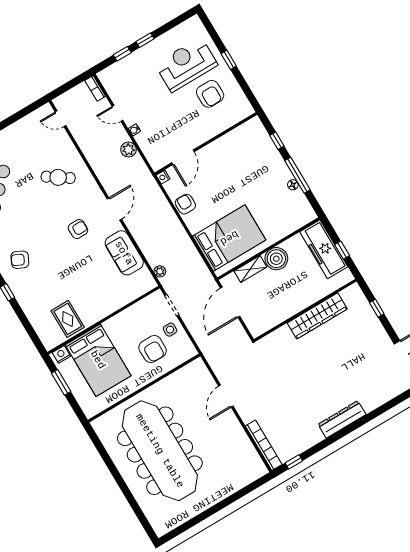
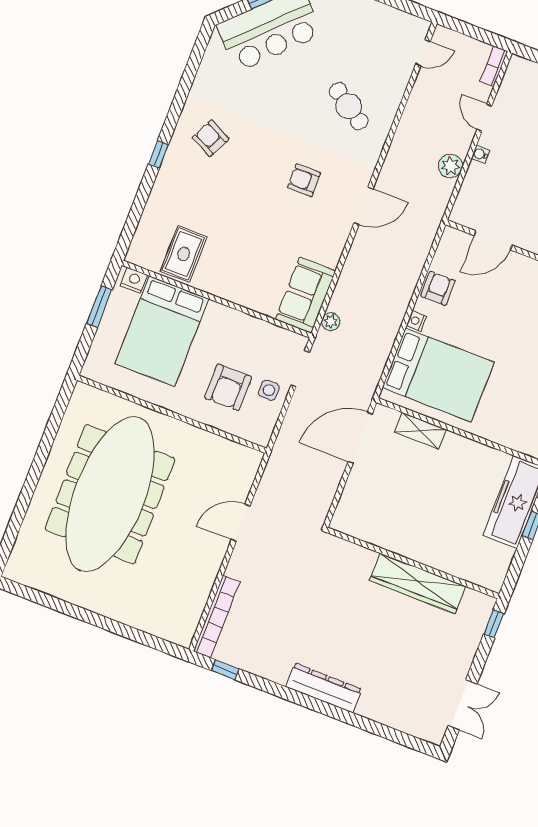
door: (61, 119) -> (423, 53), swing flipped
nightstand: (163, 177) -> (416, 321), moved
armchair: (78, 229) -> (304, 180), turned 180
sofa: (124, 253) -> (306, 295), moved
boiler: (276, 259) -> (458, 453), removed
wall: (305, 310) -> (413, 563), moved
wardrobe: (317, 316) -> (417, 583), moved

